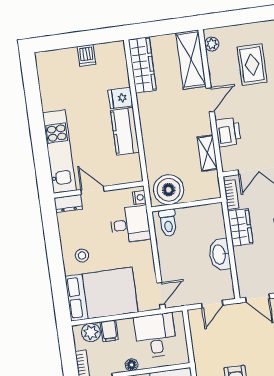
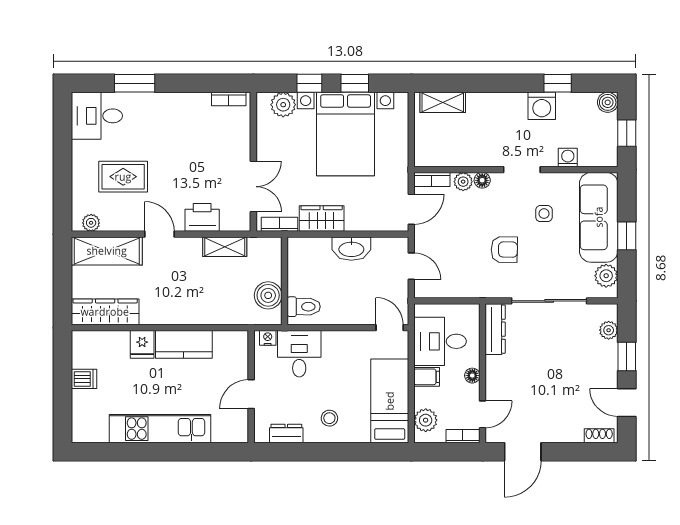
kitchen unit: (59, 152) -> (160, 429), moved
boiler: (169, 190) -> (268, 295), width x0.73, depth x0.73
dresser: (68, 204) -> (286, 433), moved, turned -90
bed: (101, 294) -> (390, 401), width x0.67
filing cabinet: (109, 331) -> (427, 377), moved

